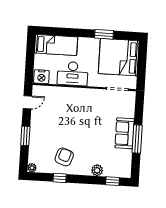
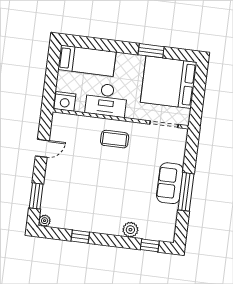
door: (27, 102) -> (42, 148), moved
coffee table: (81, 103) -> (115, 139), added
window: (25, 136) -> (36, 196), moved
armchair: (64, 157) -> (88, 209), removed

